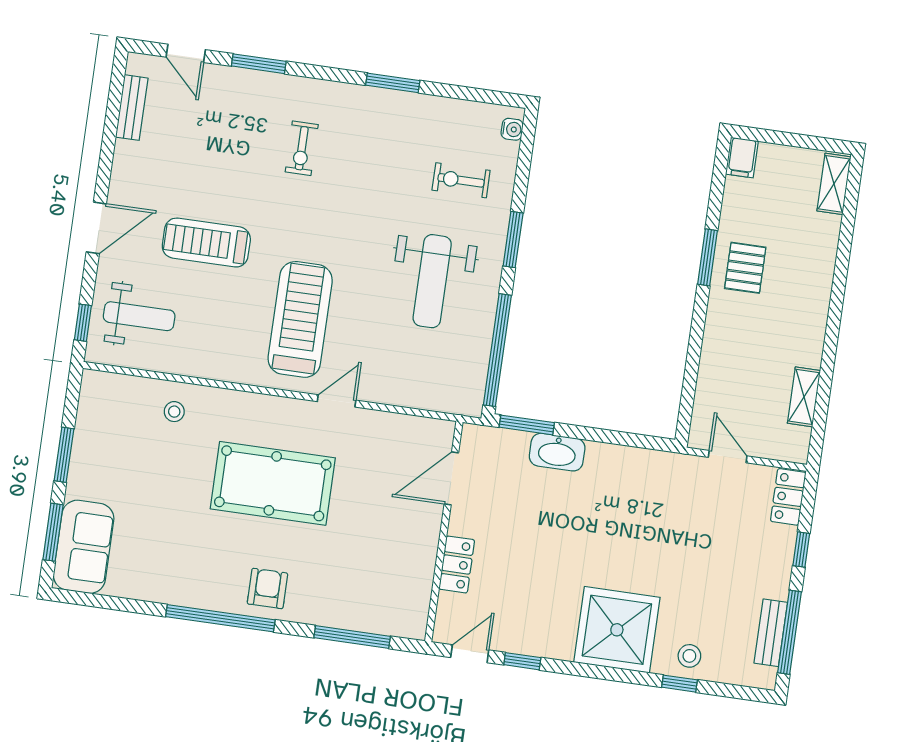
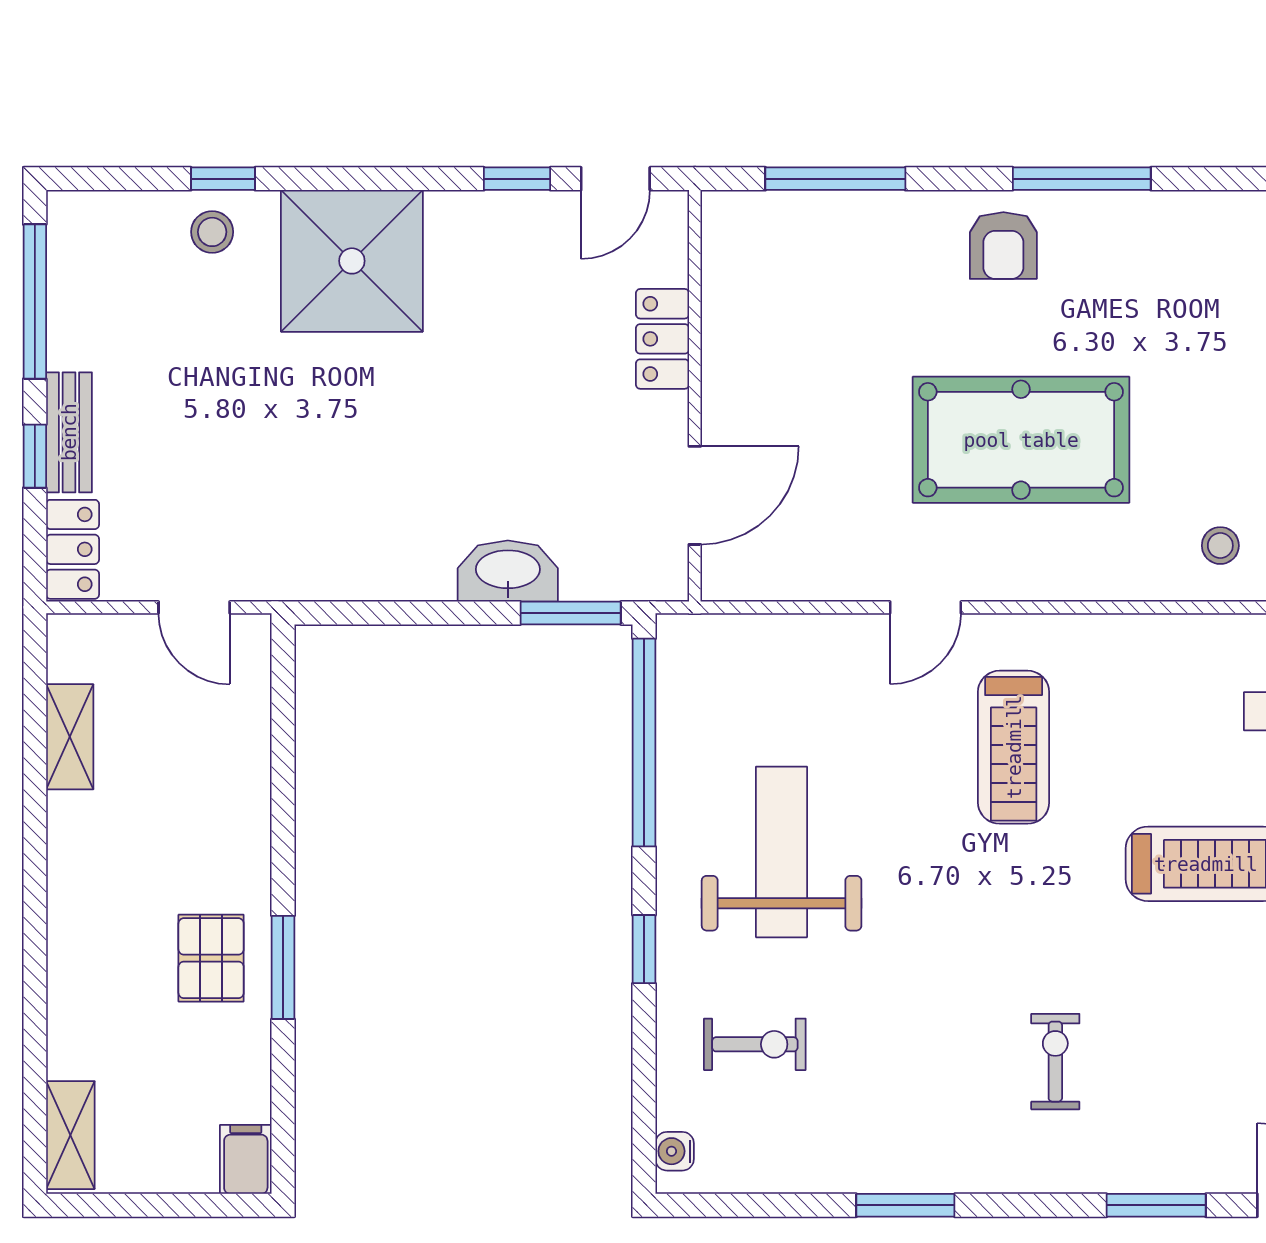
window: (513, 240) -> (644, 949), width x0.67
treadmill: (300, 319) -> (1014, 747), width x0.73, depth x0.73
window: (220, 618) -> (1082, 179), width x0.68
bench: (771, 633) -> (69, 432), moved

